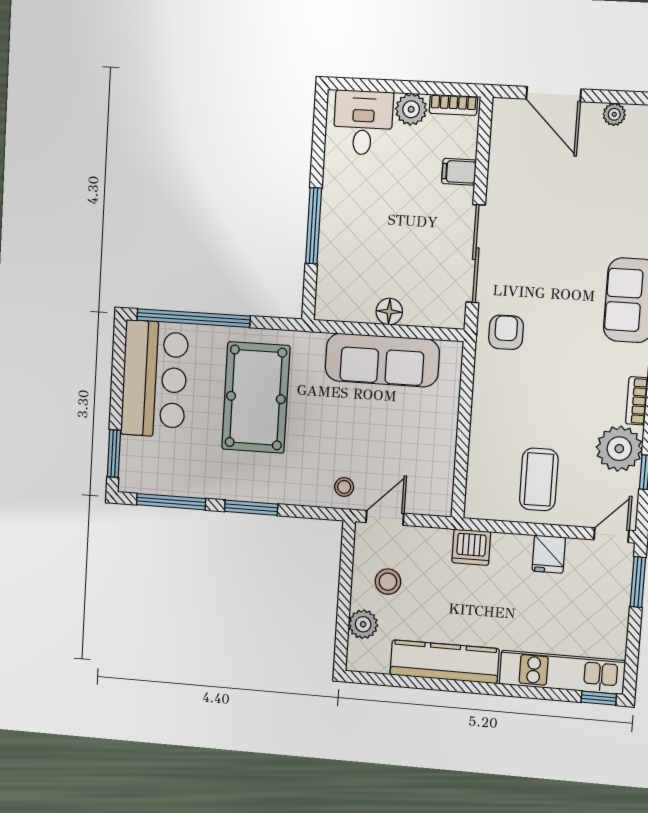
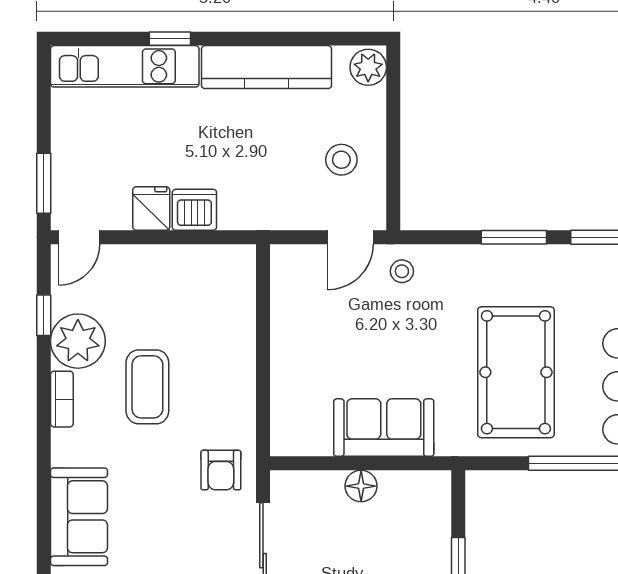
sofa: (382, 360) -> (384, 428), width x0.73
coffee table: (539, 479) -> (147, 387), moved
dishwasher: (471, 547) -> (194, 210), moved
plant: (363, 624) -> (368, 67), moved
window: (599, 698) -> (170, 39), moved

